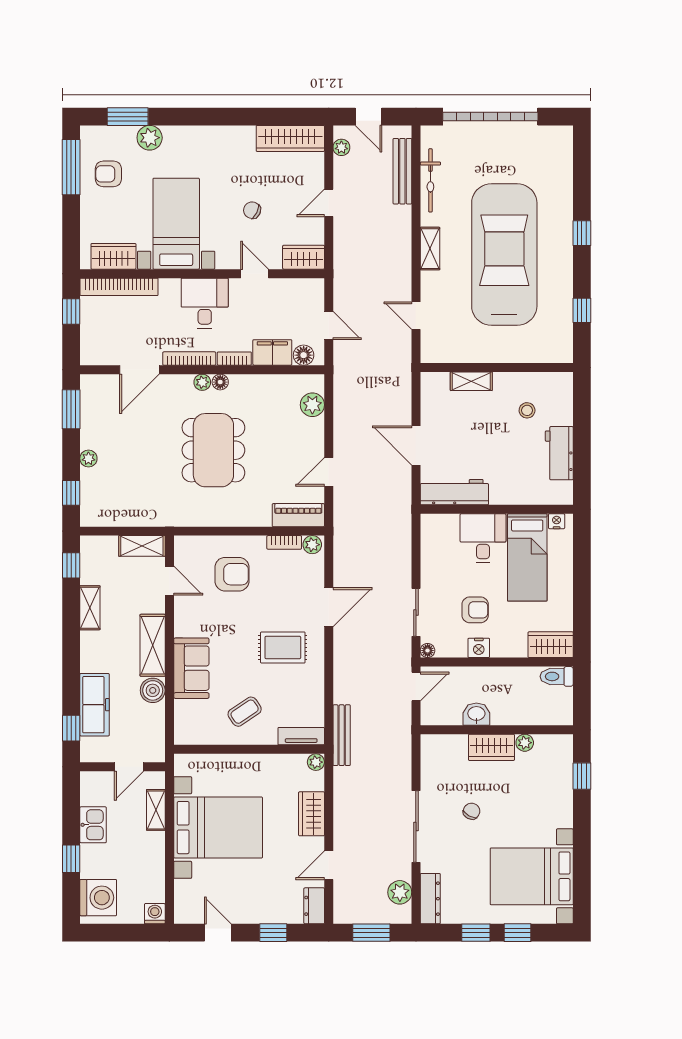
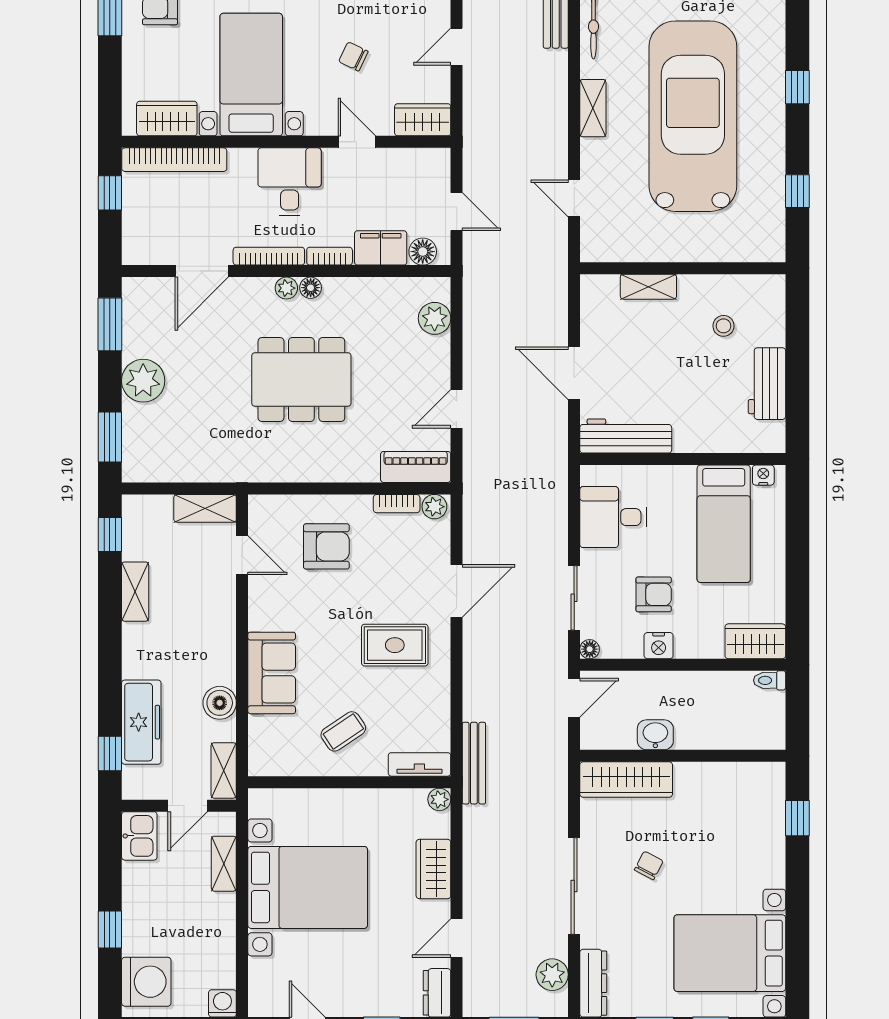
dining table: (213, 450) -> (301, 380), turned 90
plant: (88, 459) -> (143, 381), width x1.88, depth x1.88
window: (71, 493) -> (110, 437), width x1.50
desk: (483, 538) -> (613, 517), moved, turned -90
shelving: (153, 645) -> (224, 770), moved, width x0.67, depth x0.75
toilet: (557, 676) -> (770, 680), width x0.73, depth x0.72
plant: (525, 743) -> (720, 773), removed
wardrobe: (491, 747) -> (626, 780), moved, width x1.50
kitchen sink: (93, 825) -> (139, 836), moved

